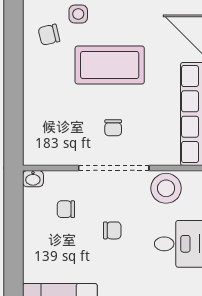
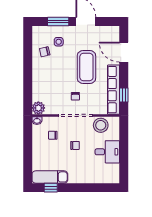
coffee table: (110, 65) -> (86, 67), moved, turned 90
plant: (36, 152) -> (38, 108), added

